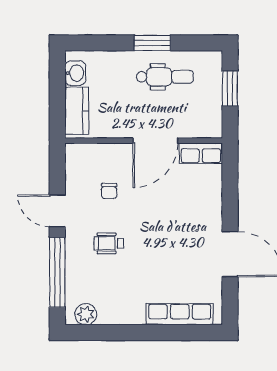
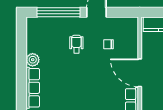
plant: (86, 314) -> (33, 60), moved

